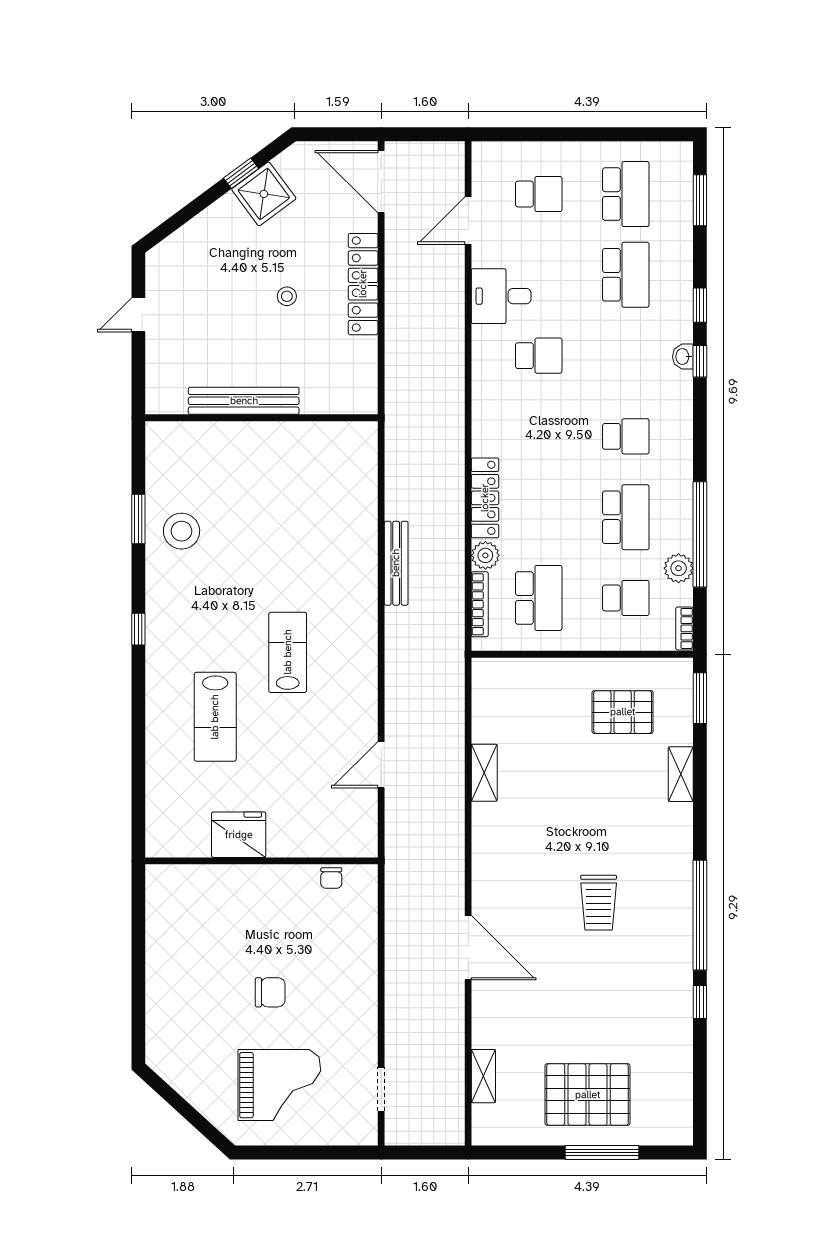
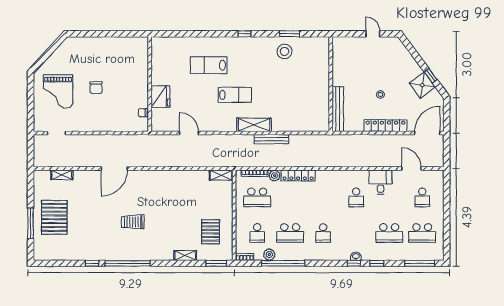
window: (700, 200) -> (420, 263), width x1.44
bench: (244, 401) -> (338, 109), moved
shelving: (361, 606) -> (254, 125), added
shelving: (484, 773) -> (221, 175), moved
fridge: (239, 835) -> (160, 97), moved

